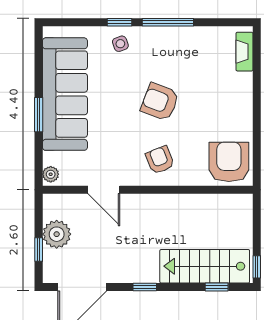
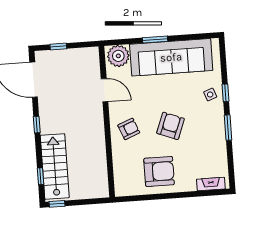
window: (168, 22) -> (228, 128), width x0.69
armchair: (229, 162) -> (159, 171), moved
plant: (51, 174) -> (118, 56), width x1.88, depth x1.88
door: (104, 190) -> (105, 90), swing flipped
plant: (57, 234) -> (70, 59), removed

